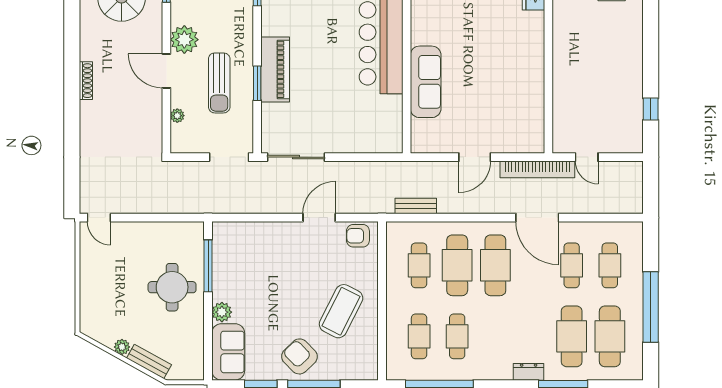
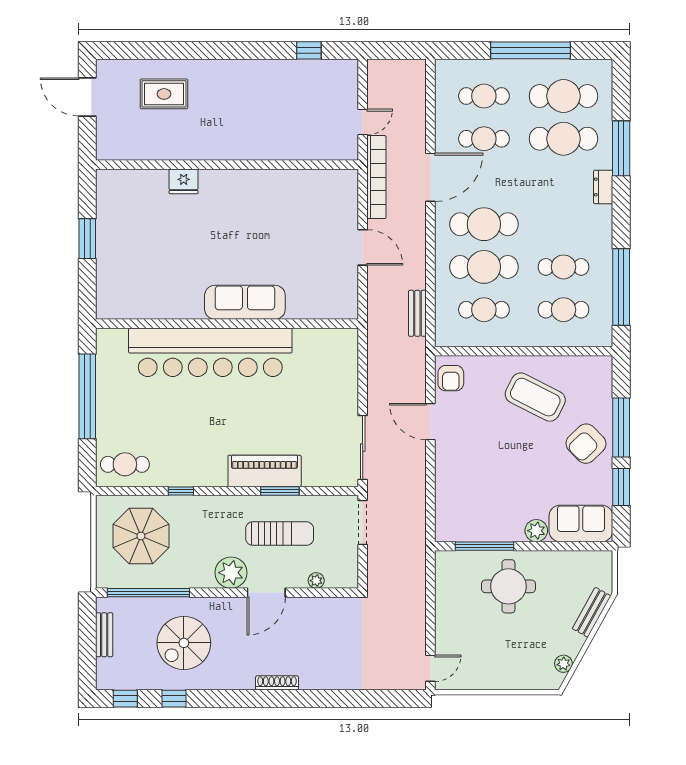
sofa: (426, 82) -> (245, 302), moved
plant: (122, 347) -> (563, 664), moved

